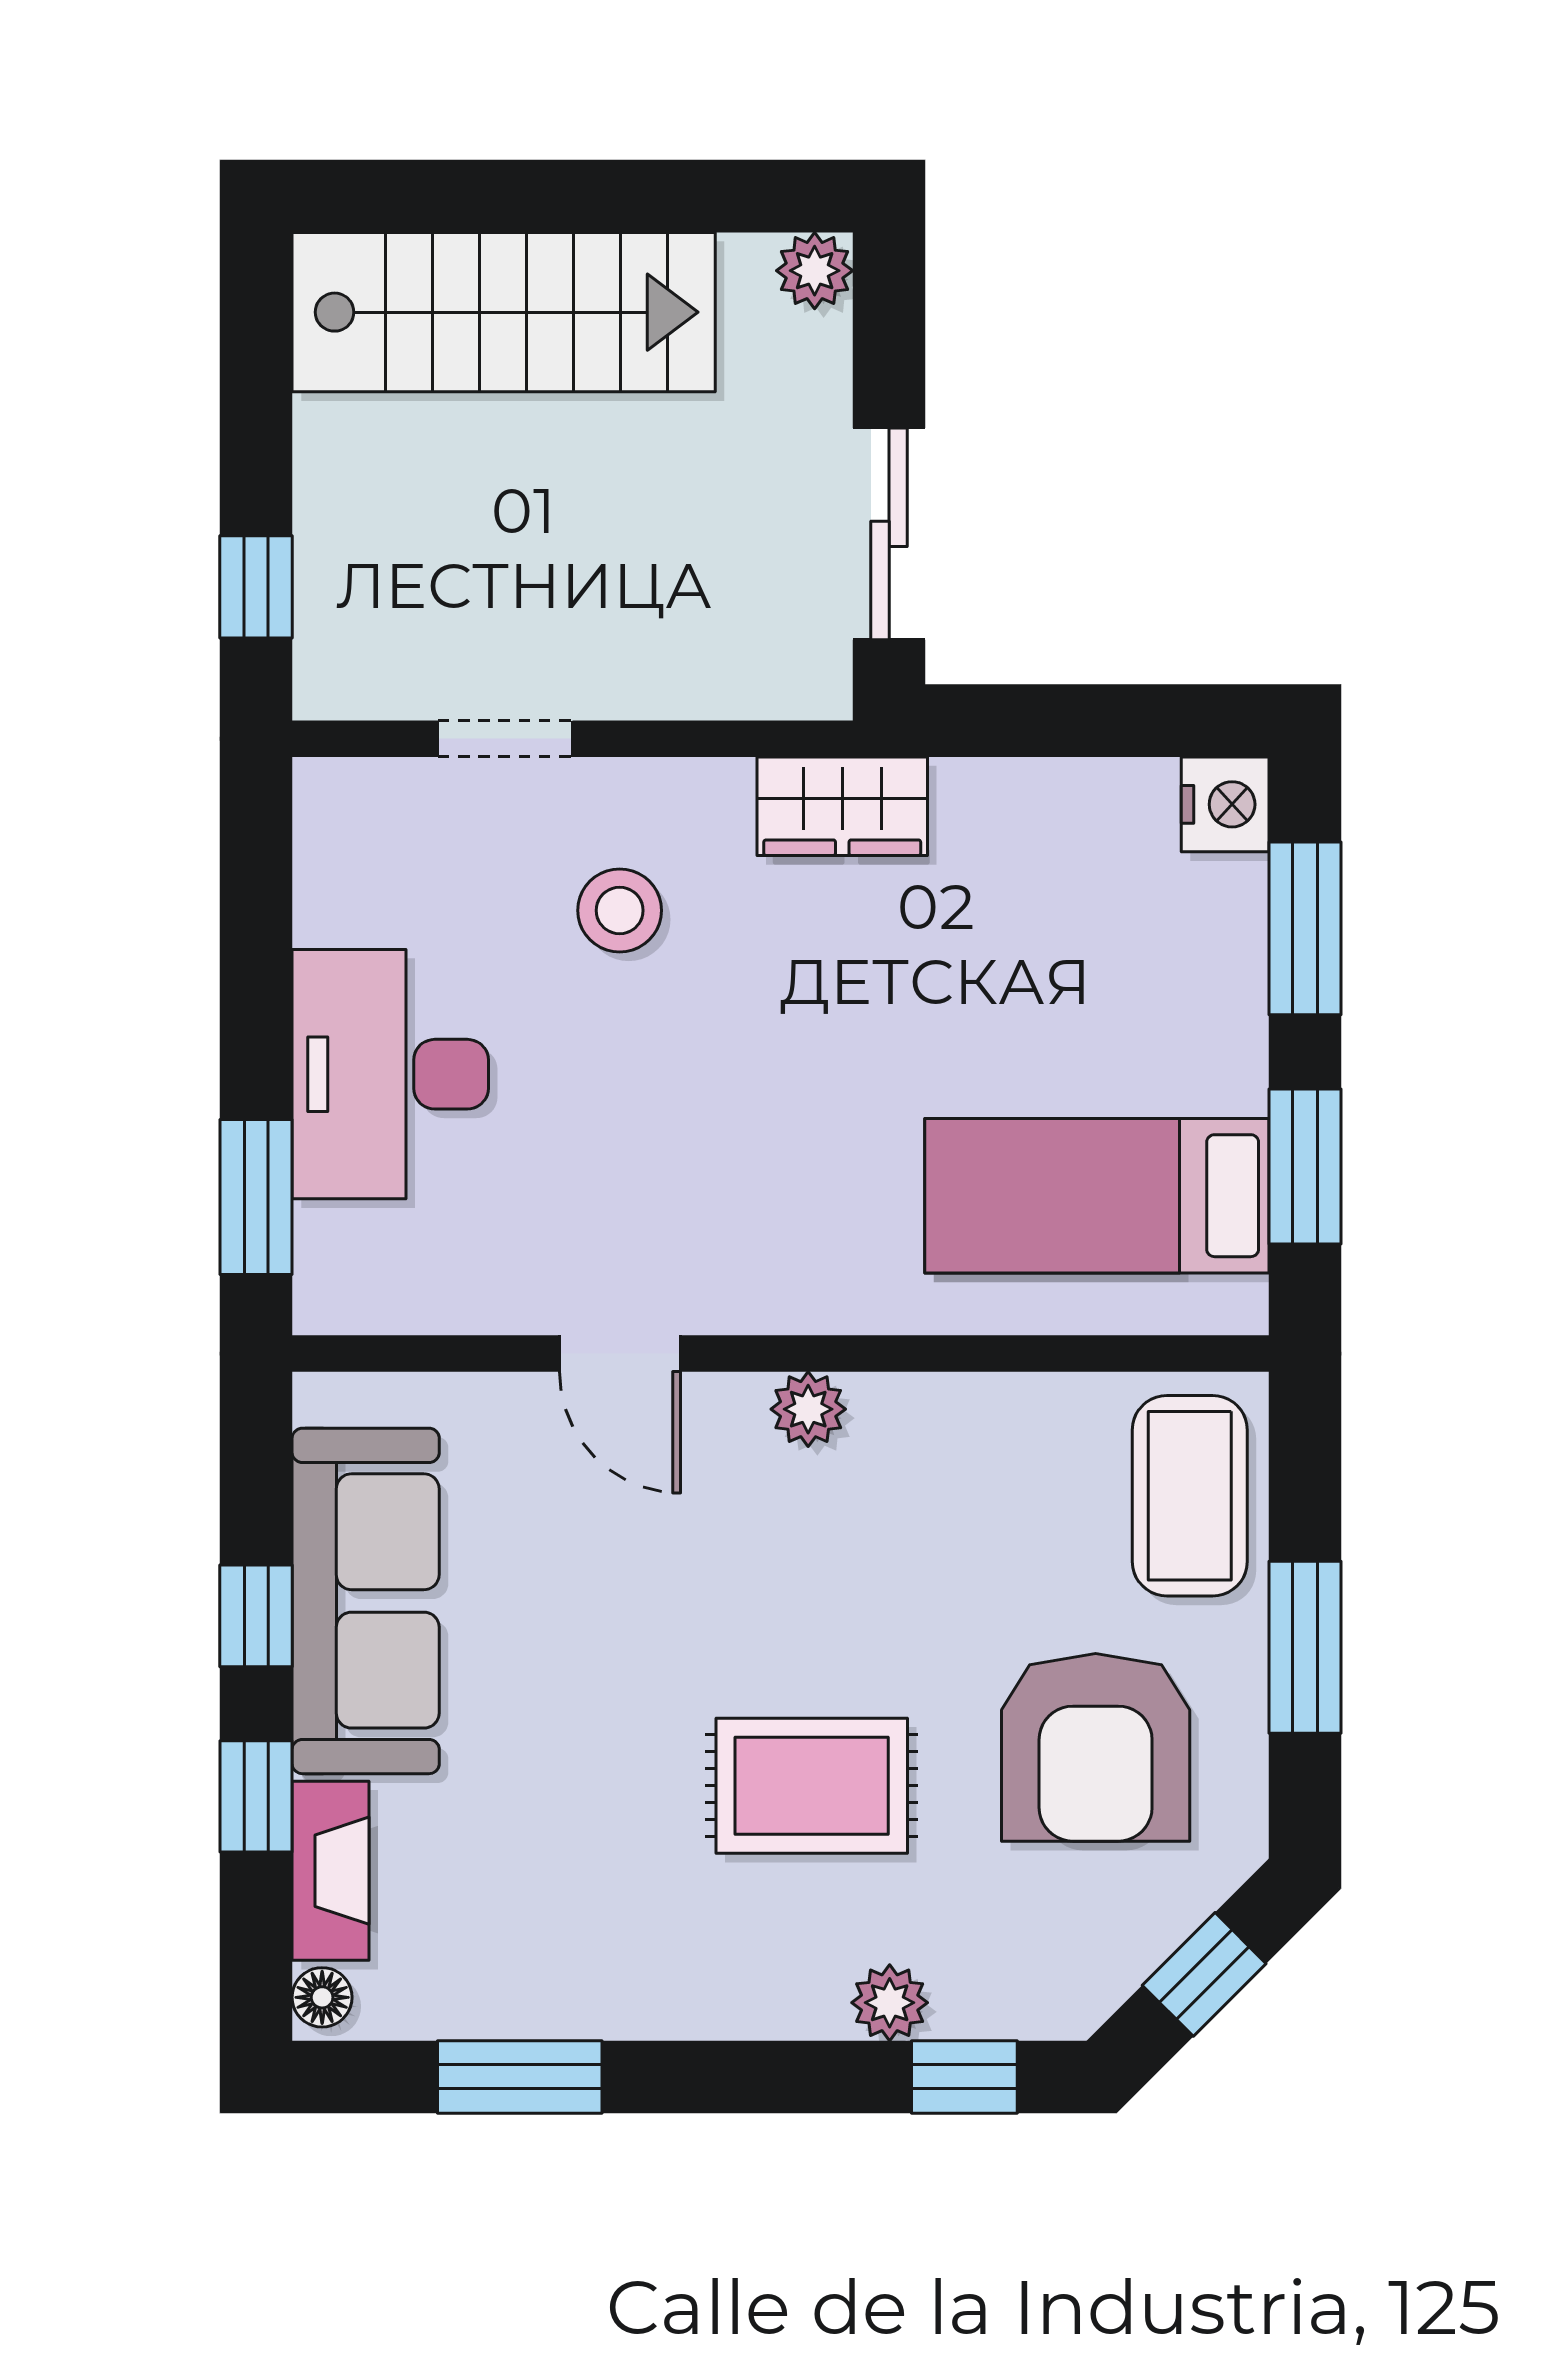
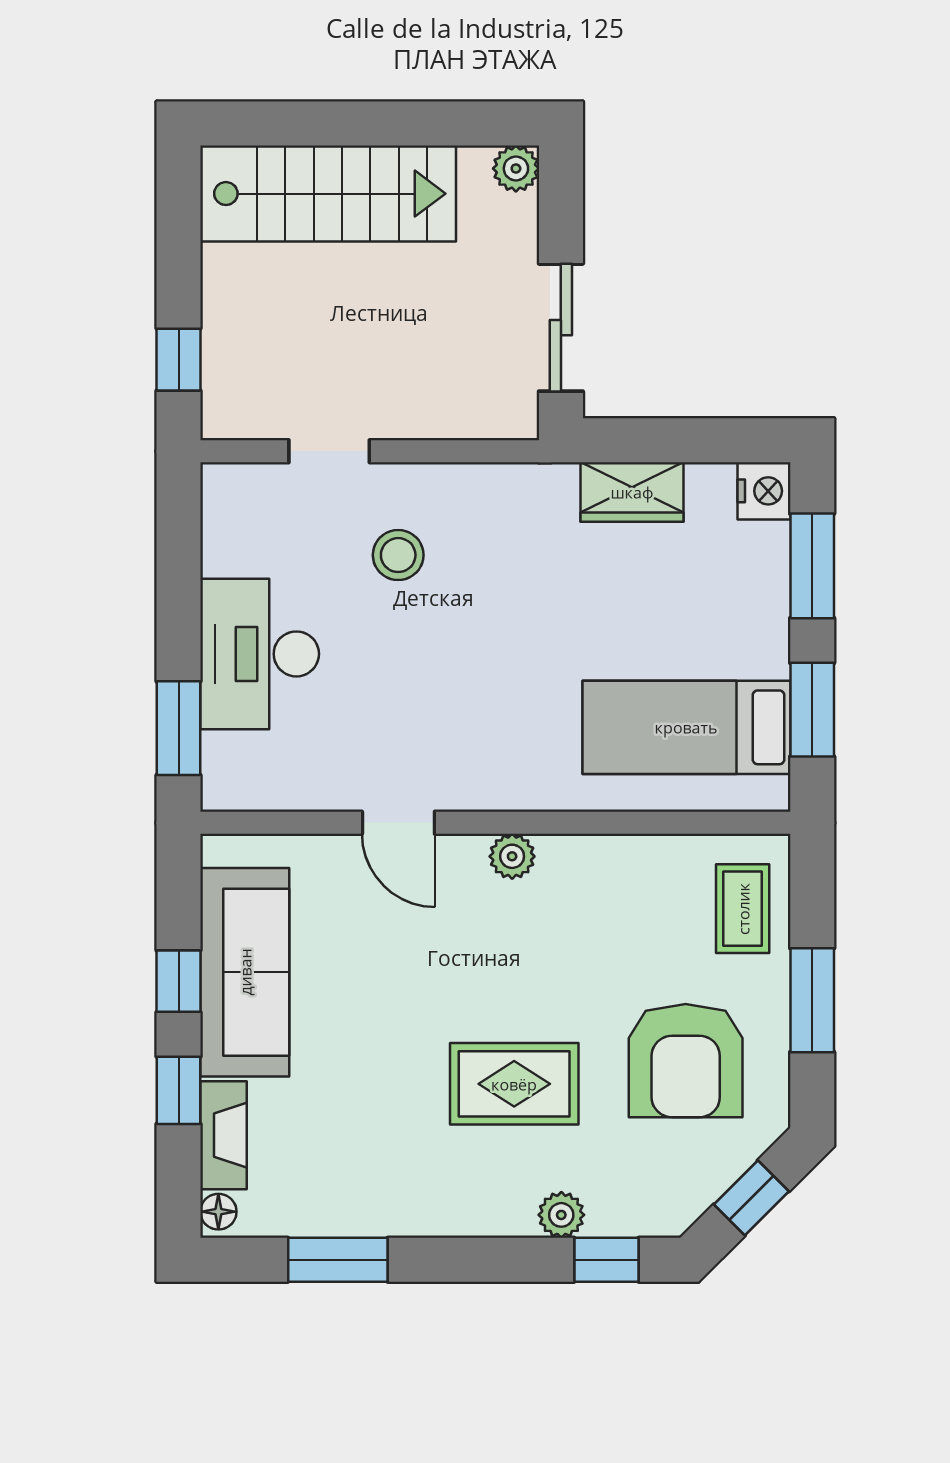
wardrobe: (842, 806) -> (632, 492), moved
coffee table: (1190, 1496) -> (743, 909), width x0.73, depth x0.77

